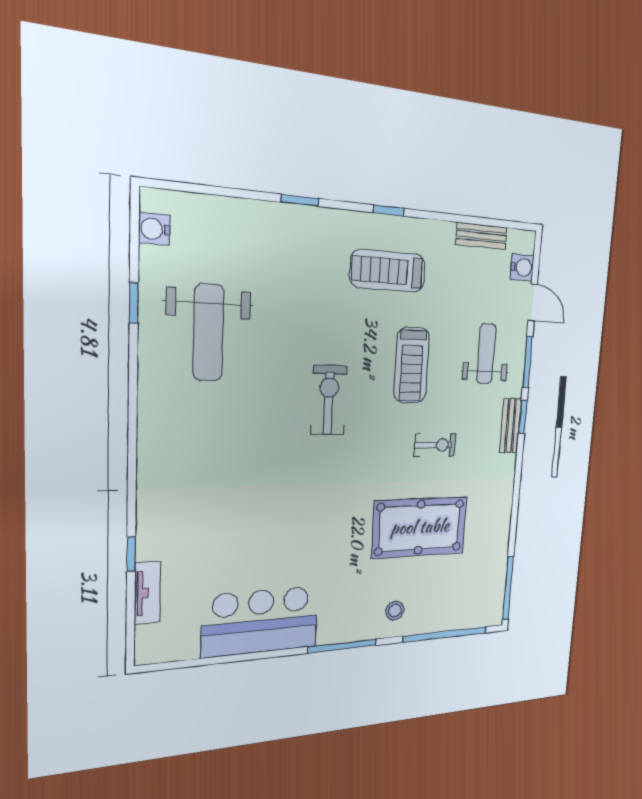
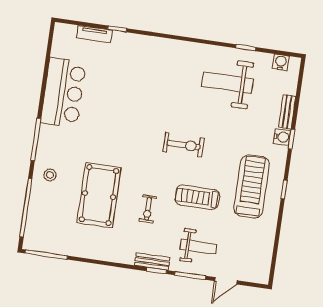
bench: (482, 236) -> (287, 112), moved
water cooler: (522, 267) -> (282, 137), moved, turned -90
treadmill: (388, 271) -> (252, 186), width x1.37, depth x1.38

